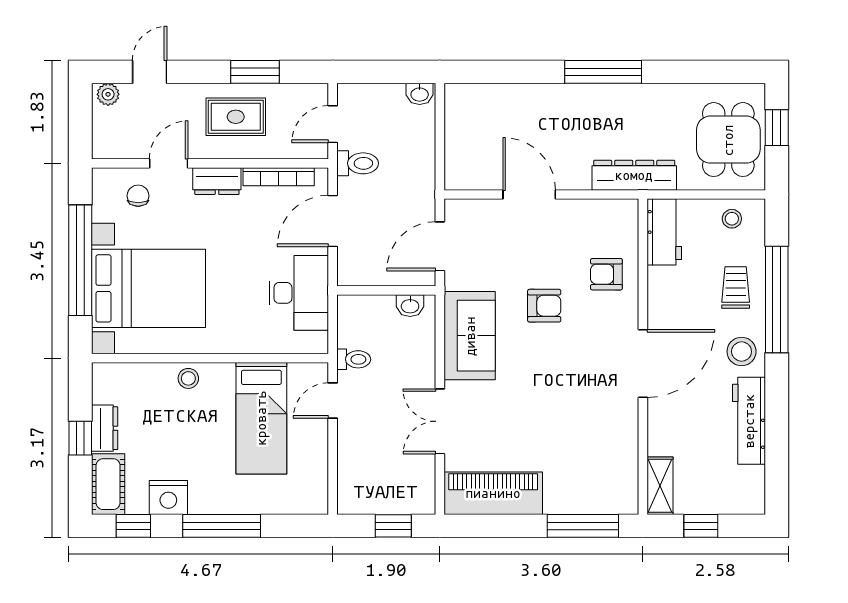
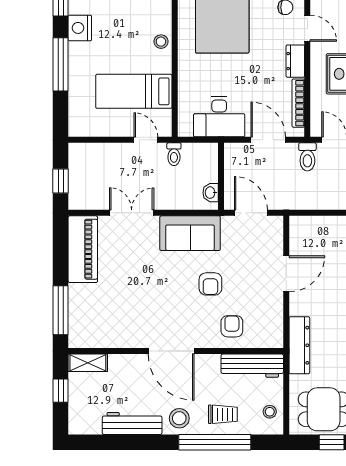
workbench: (664, 232) -> (252, 366), width x1.37

